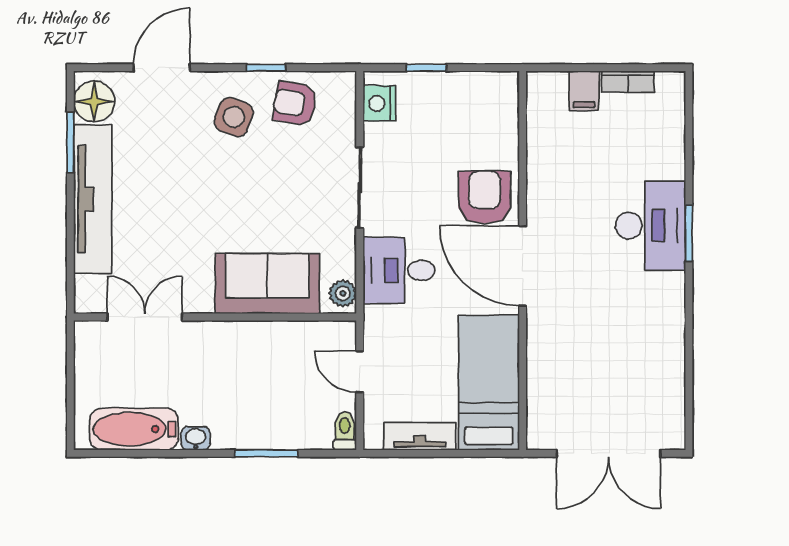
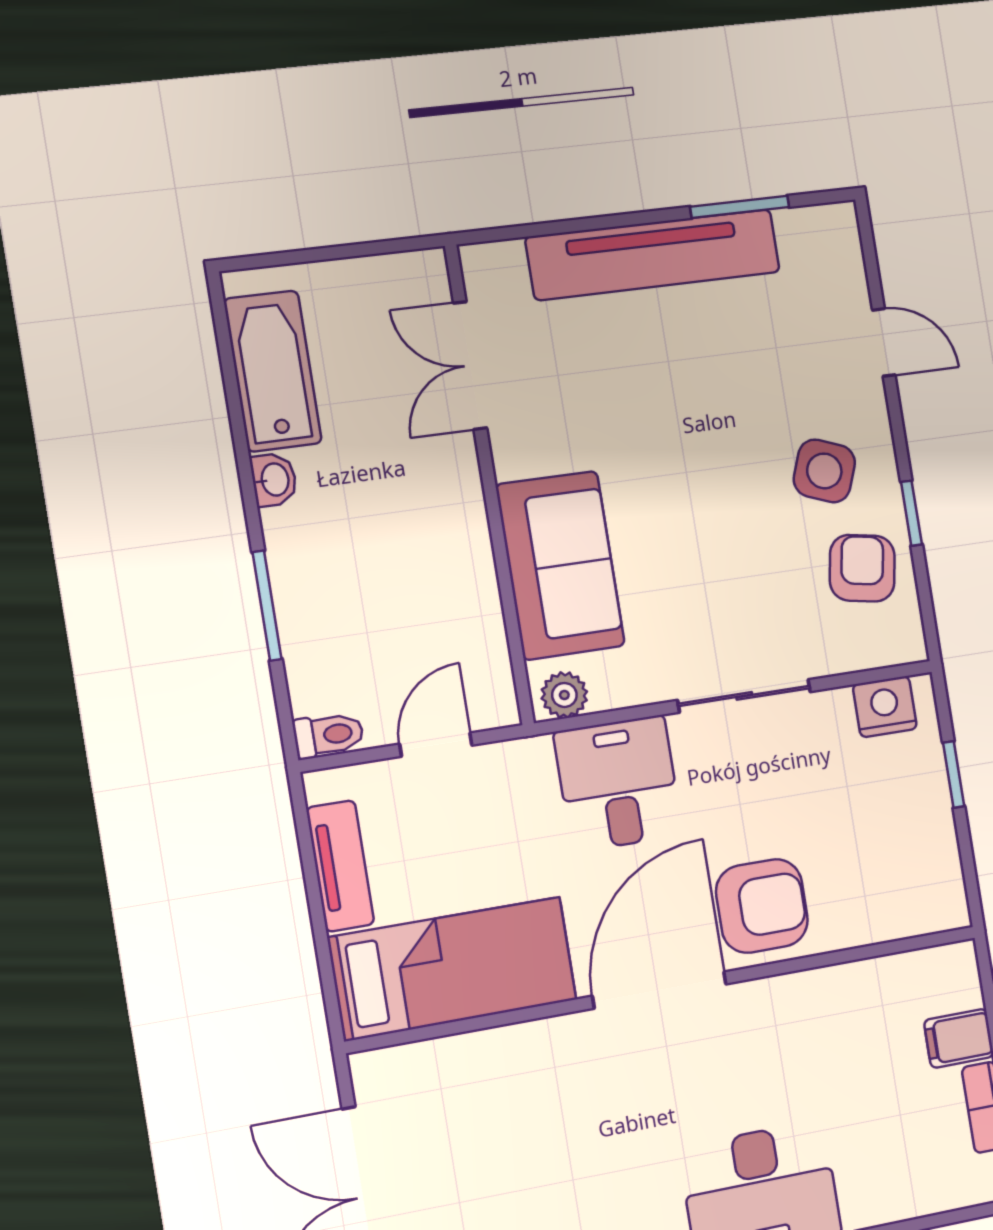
door: (162, 68) -> (884, 342), width x0.73
floor lamp: (94, 101) -> (812, 238), removed
double door: (145, 317) -> (470, 366), swing flipped

